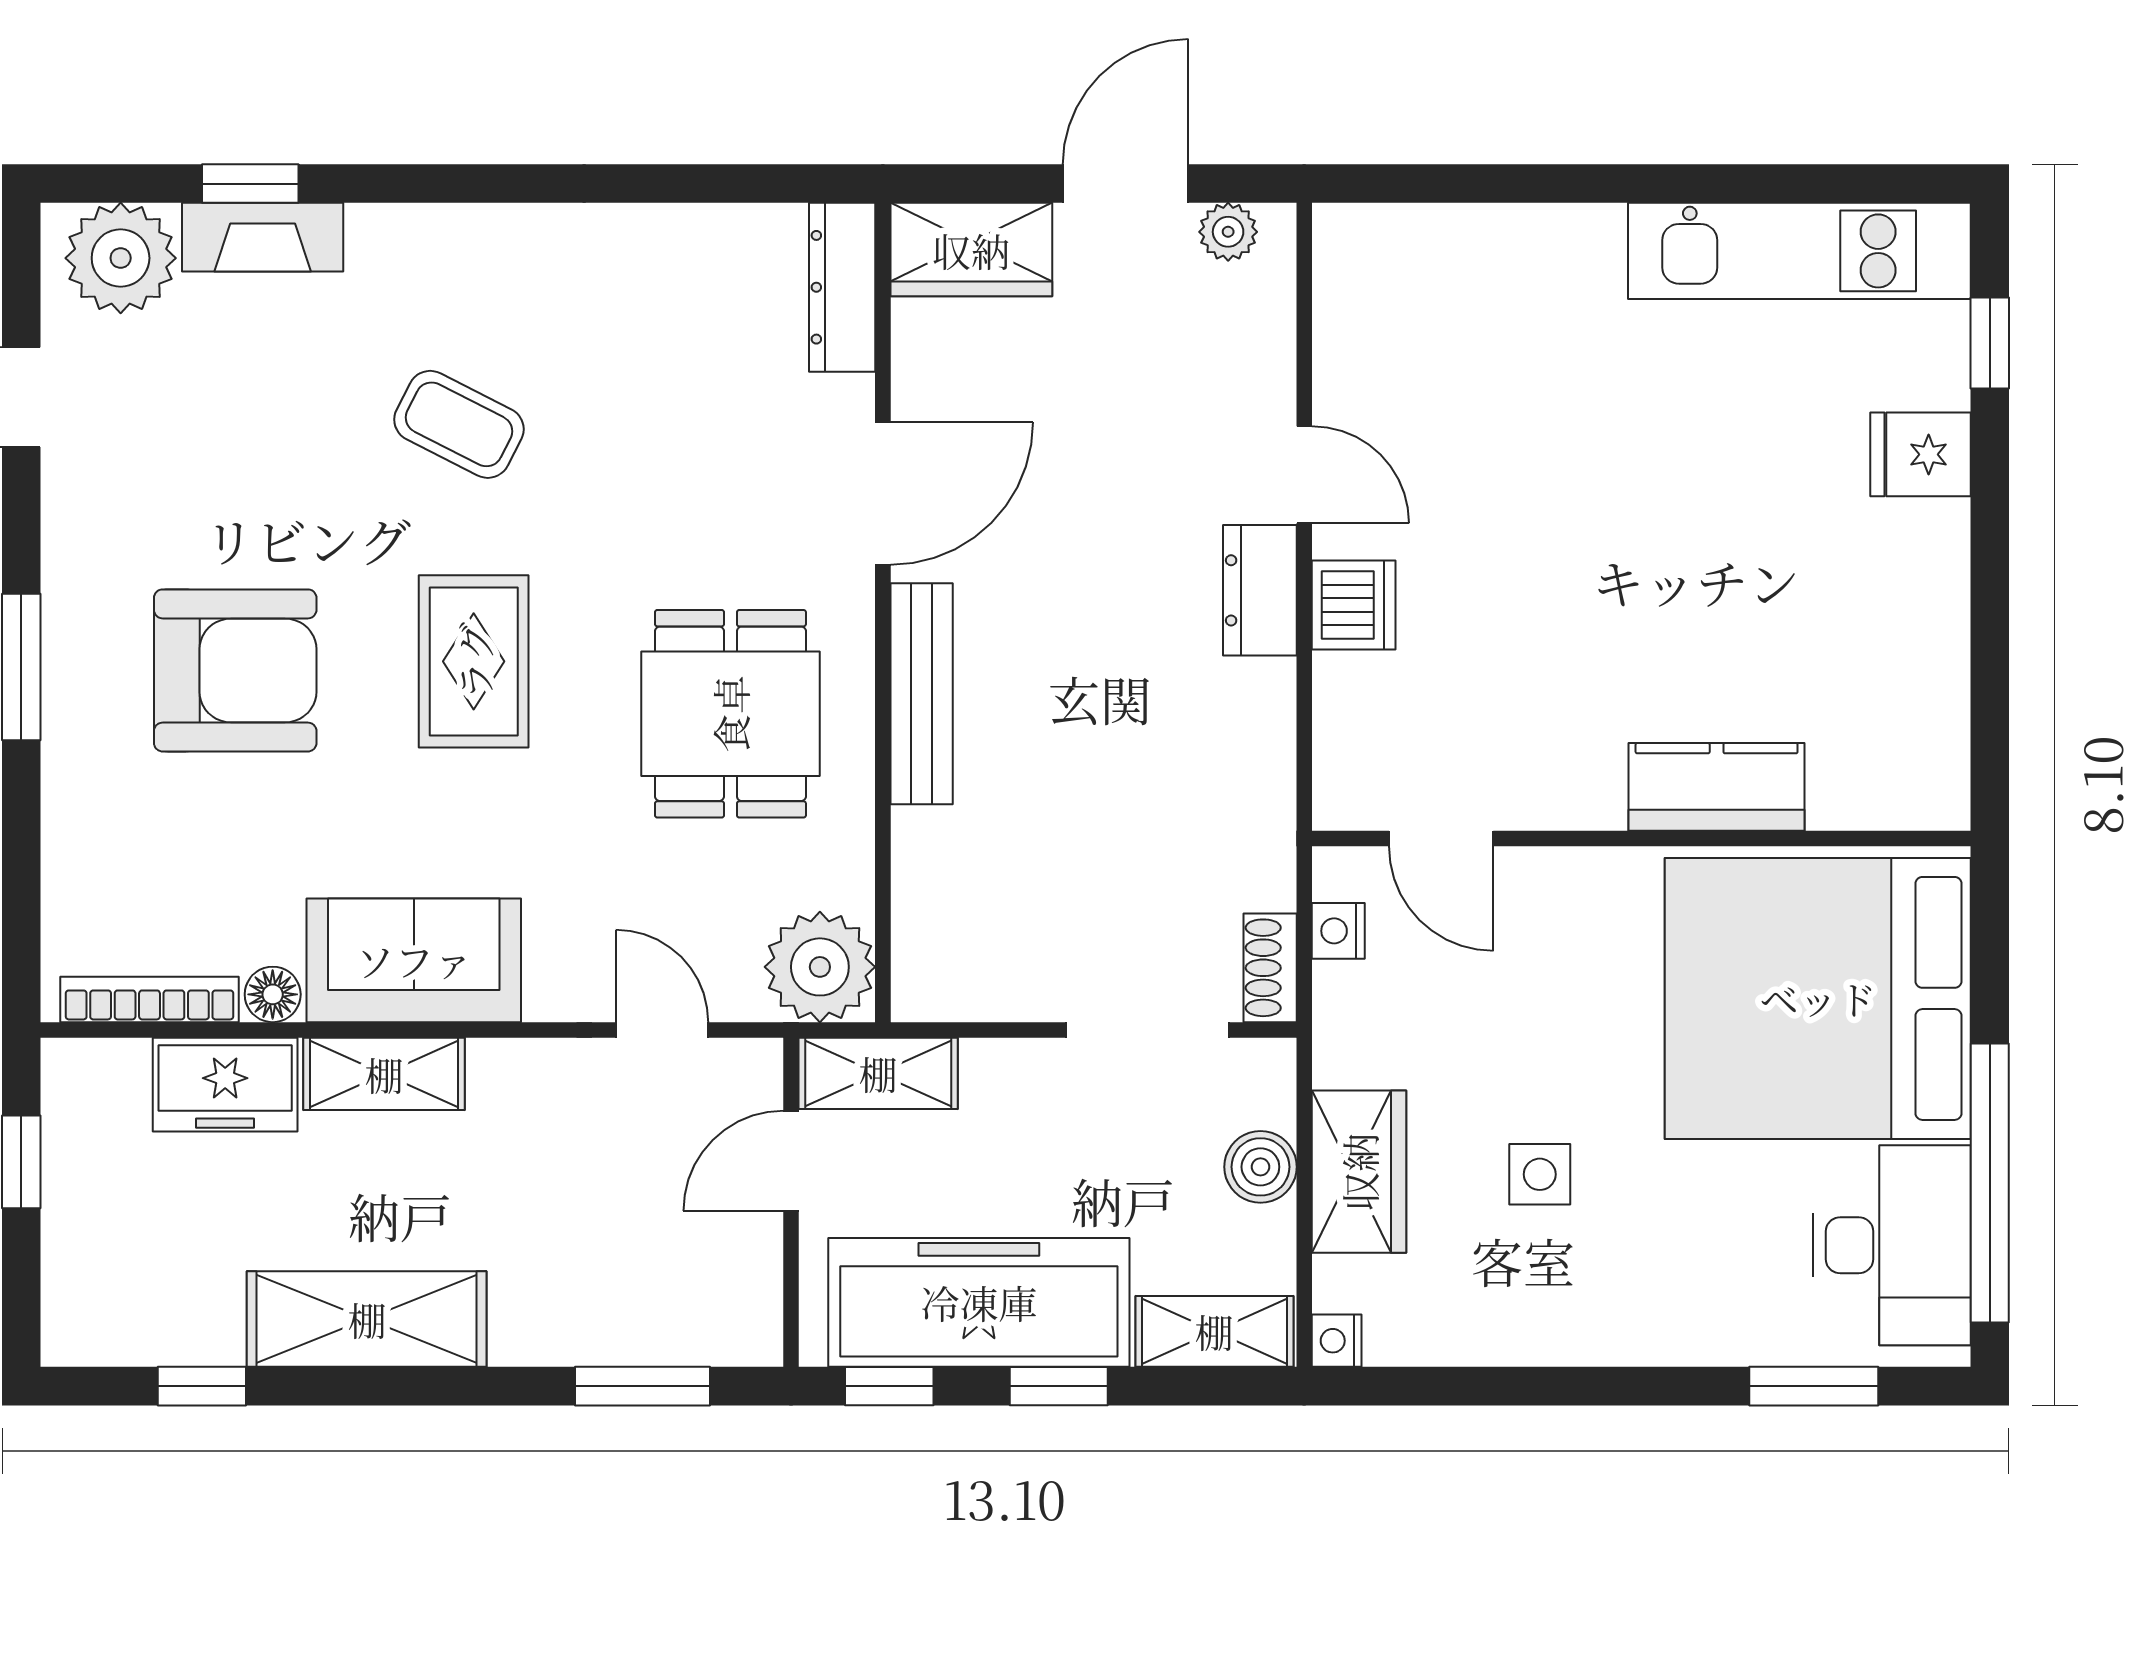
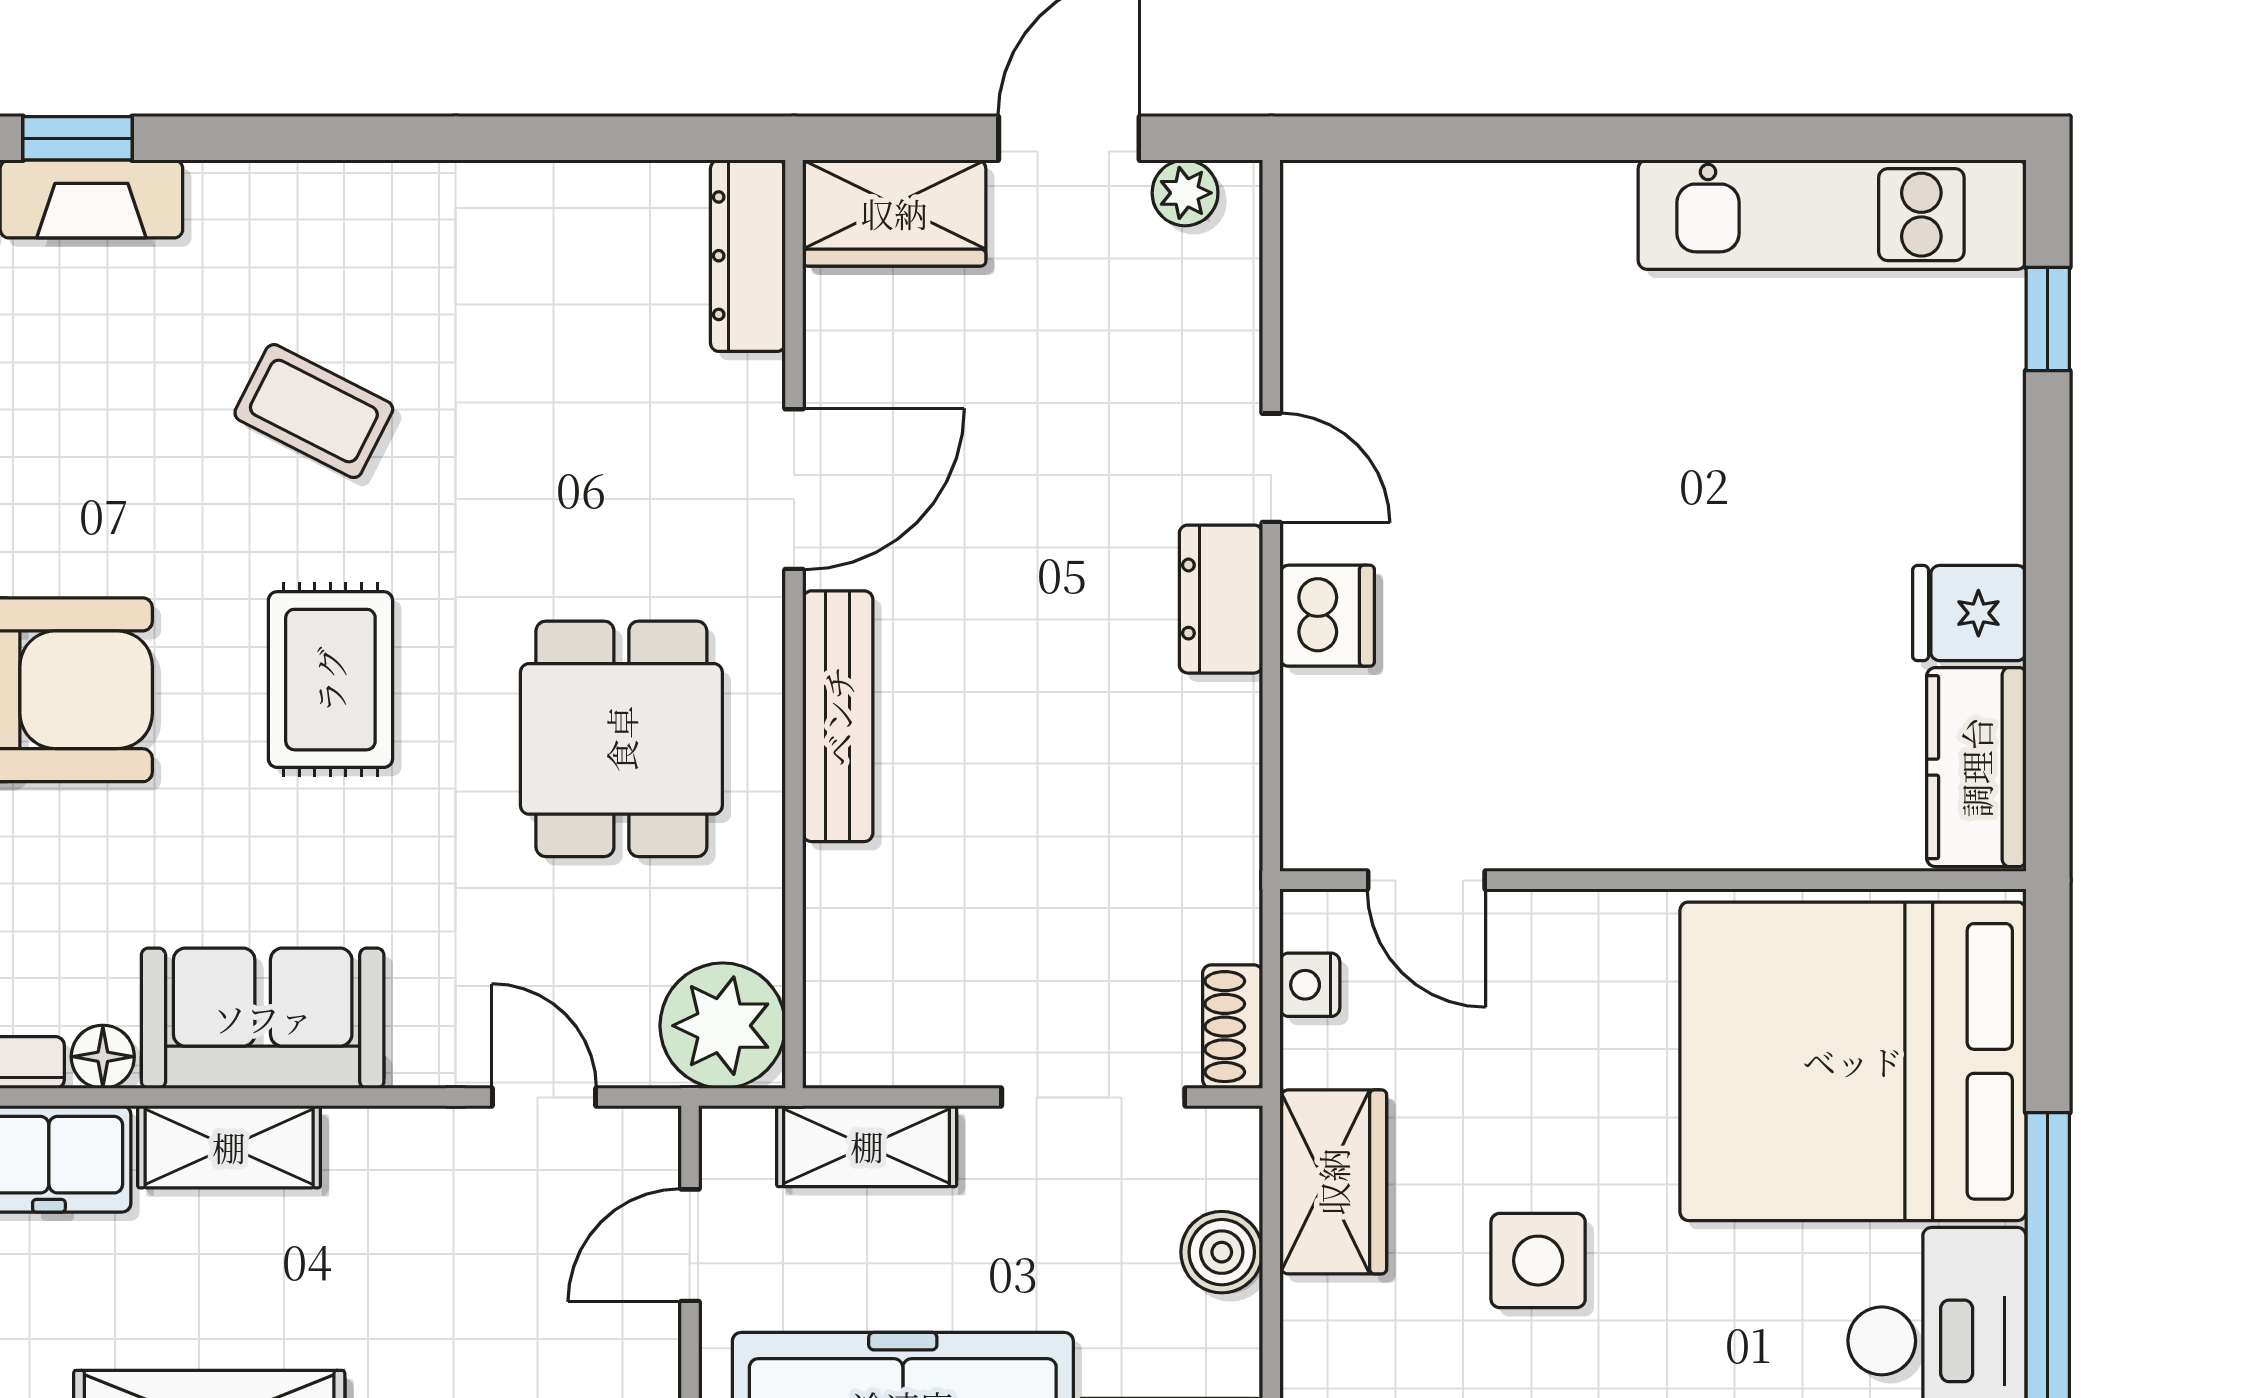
fridge: (1920, 454) -> (1969, 613), moved
kitchen counter: (1717, 787) -> (1976, 767), moved, turned -90
shelving: (878, 1073) -> (867, 1146), moved
wardrobe: (1359, 1172) -> (1333, 1182), moved
side table: (1540, 1174) -> (1538, 1261), width x1.37, depth x1.37

